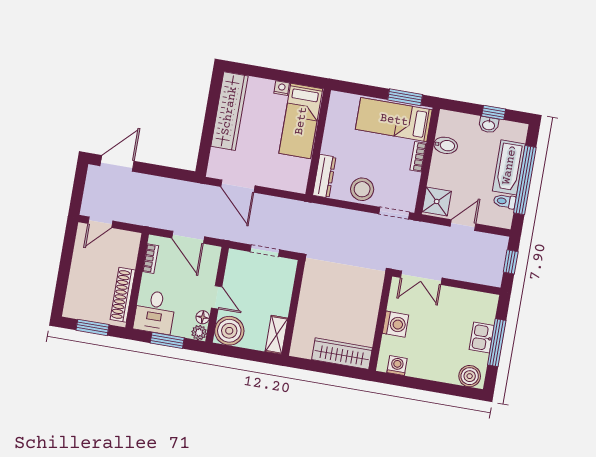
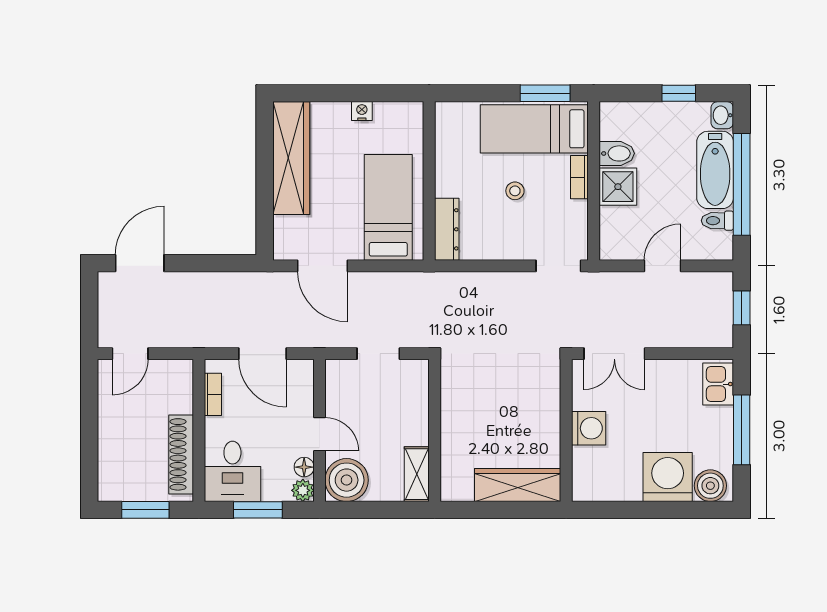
bed: (301, 121) -> (388, 207), moved, turned 180
washbasin: (489, 125) -> (722, 115), moved, turned 90
stool: (362, 189) -> (515, 191), moved, width x0.53, depth x0.53
shower: (437, 201) -> (618, 187), moved
kitchen sink: (482, 337) -> (718, 384), moved
washing machine: (397, 366) -> (668, 477), moved, width x1.89, depth x1.89

